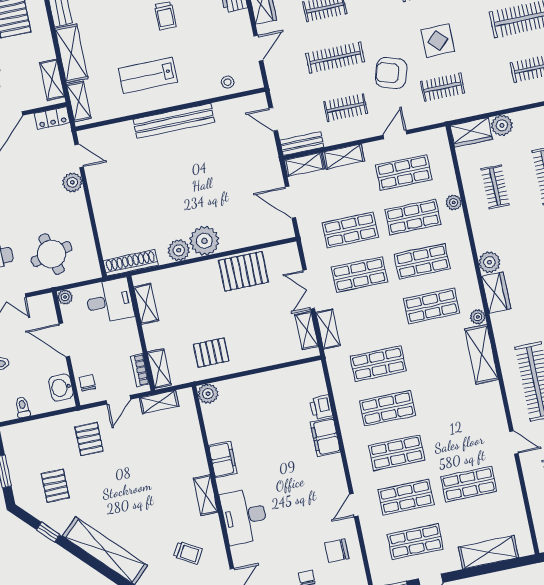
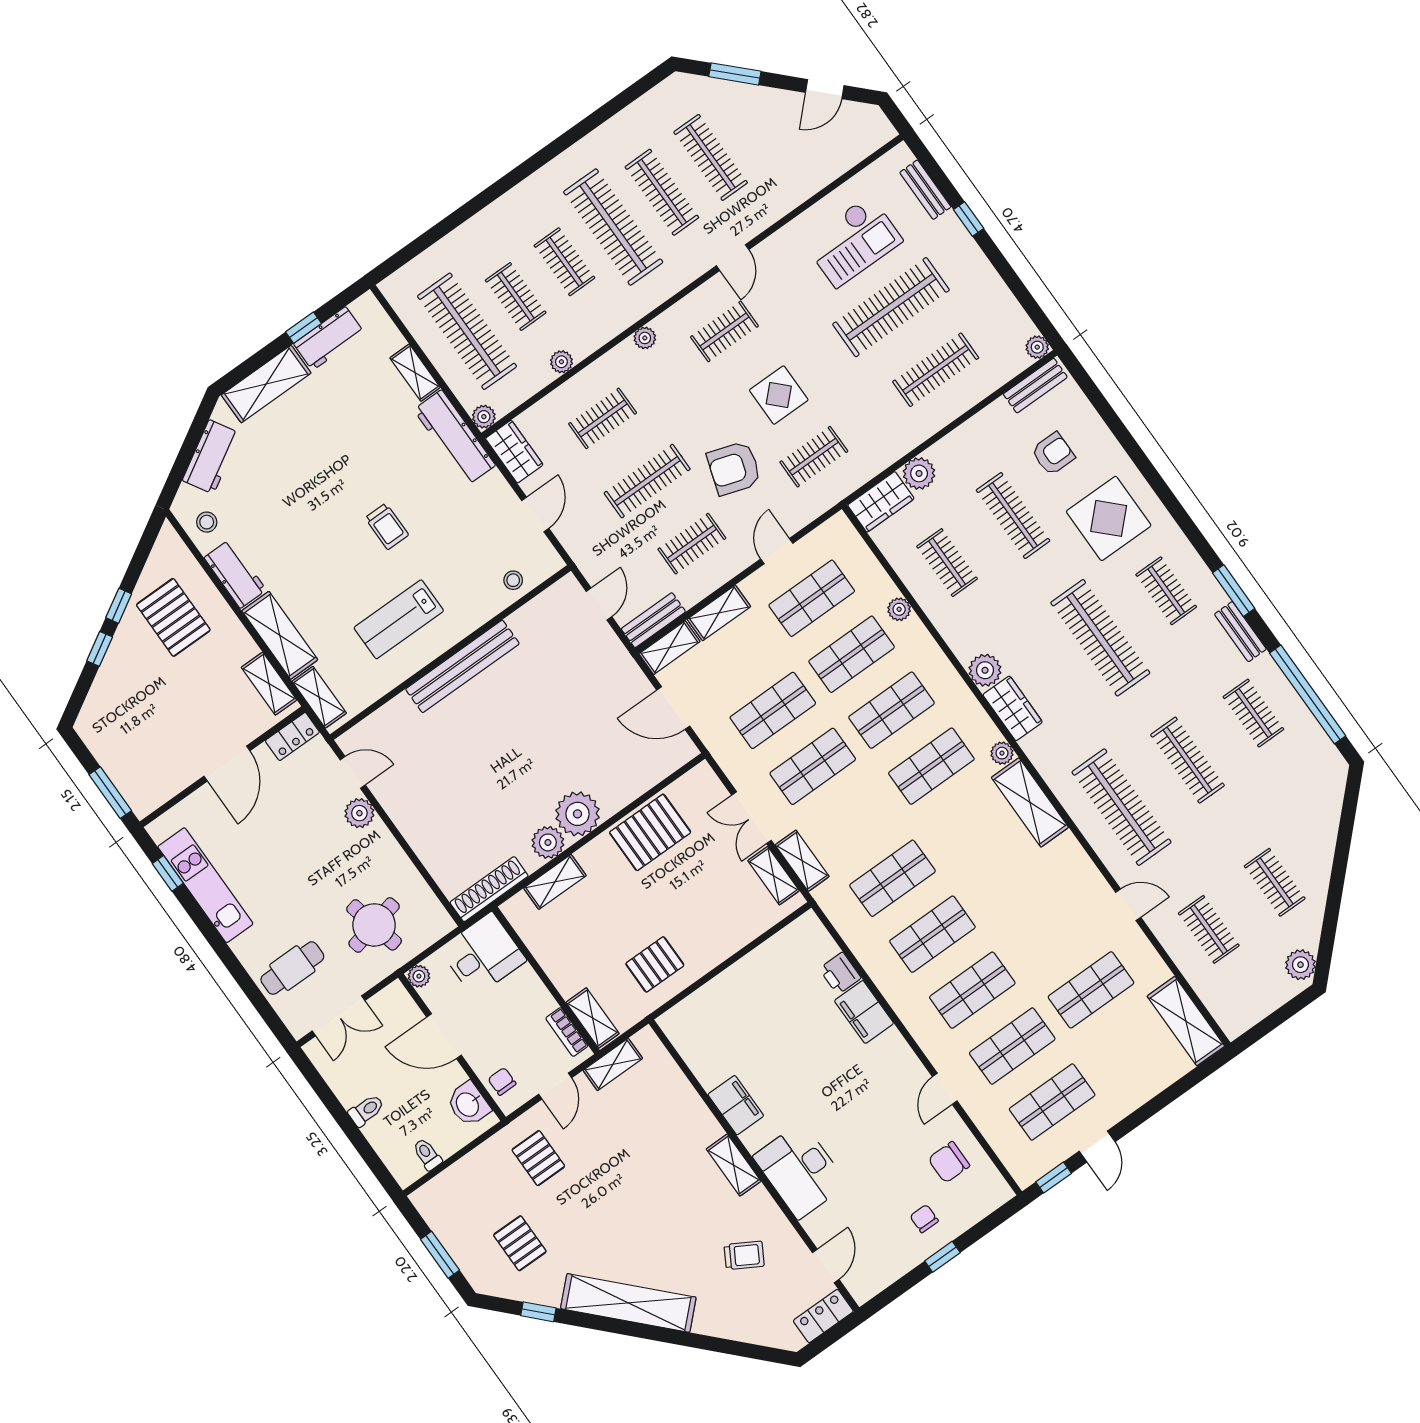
door: (273, 119) -> (599, 604), swing flipped
shelving: (146, 304) -> (555, 882), moved, turned 90
plant: (208, 394) -> (675, 1023), removed
shelving: (488, 552) -> (1186, 1021), moved, turned 90

